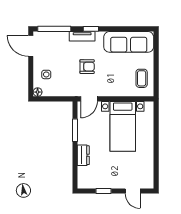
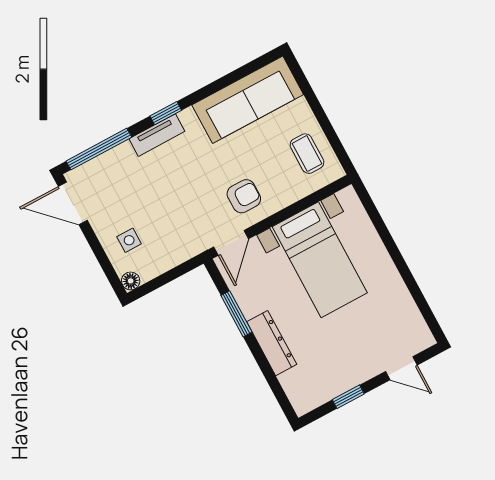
armchair: (87, 67) -> (244, 196), moved
dresser: (83, 155) -> (272, 343), width x1.44

